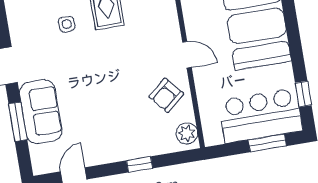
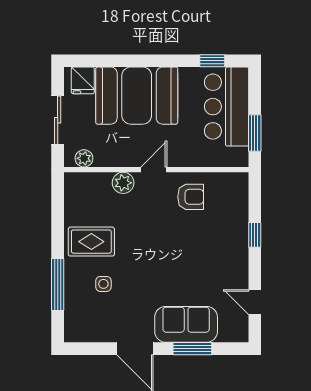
armchair: (166, 95) -> (191, 197), turned -50
plant: (187, 133) -> (123, 183), moved
window: (267, 143) -> (255, 133), moved

